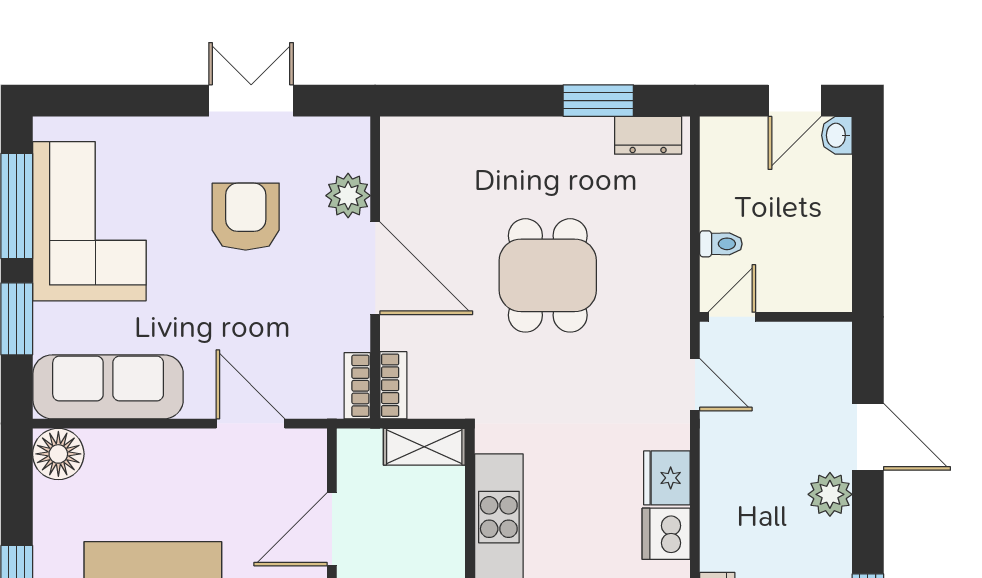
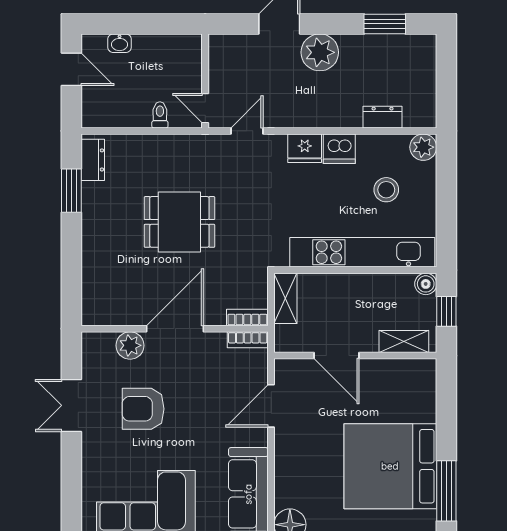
washbasin: (837, 135) -> (120, 43), moved
plant: (830, 494) -> (320, 52), width x1.36, depth x1.36

